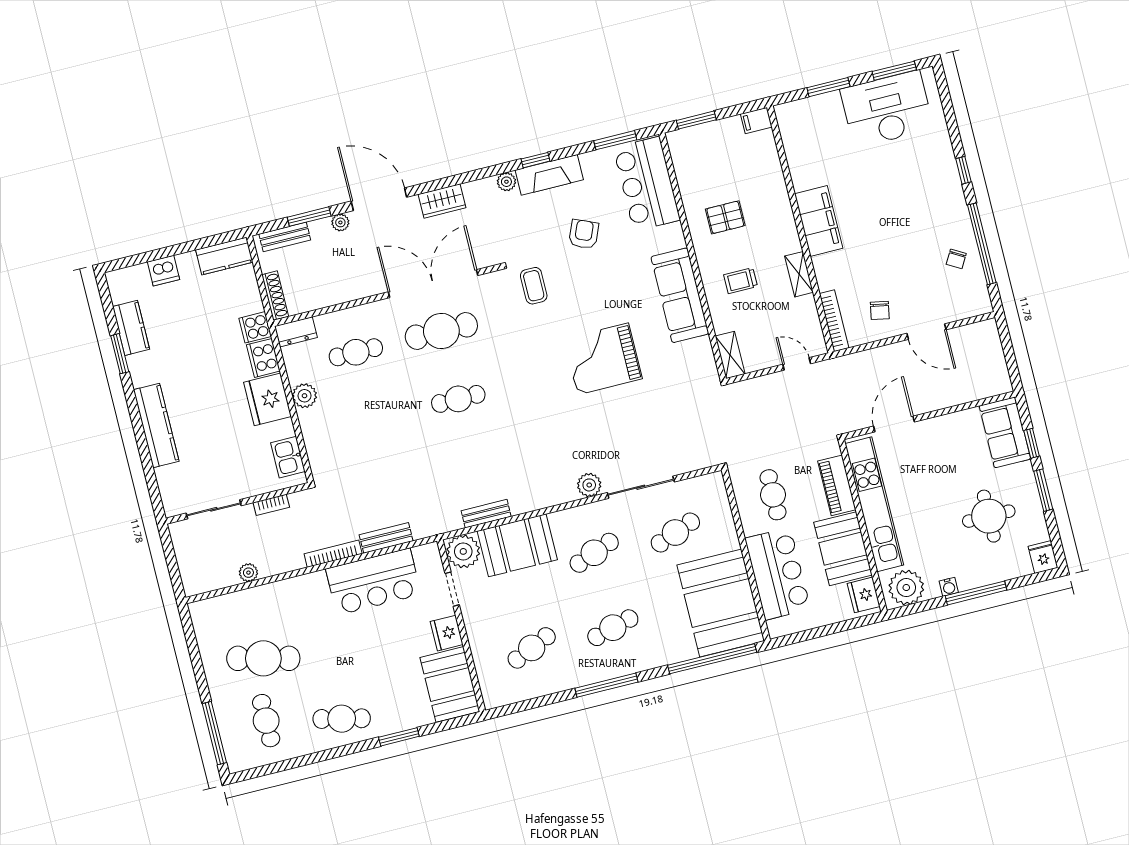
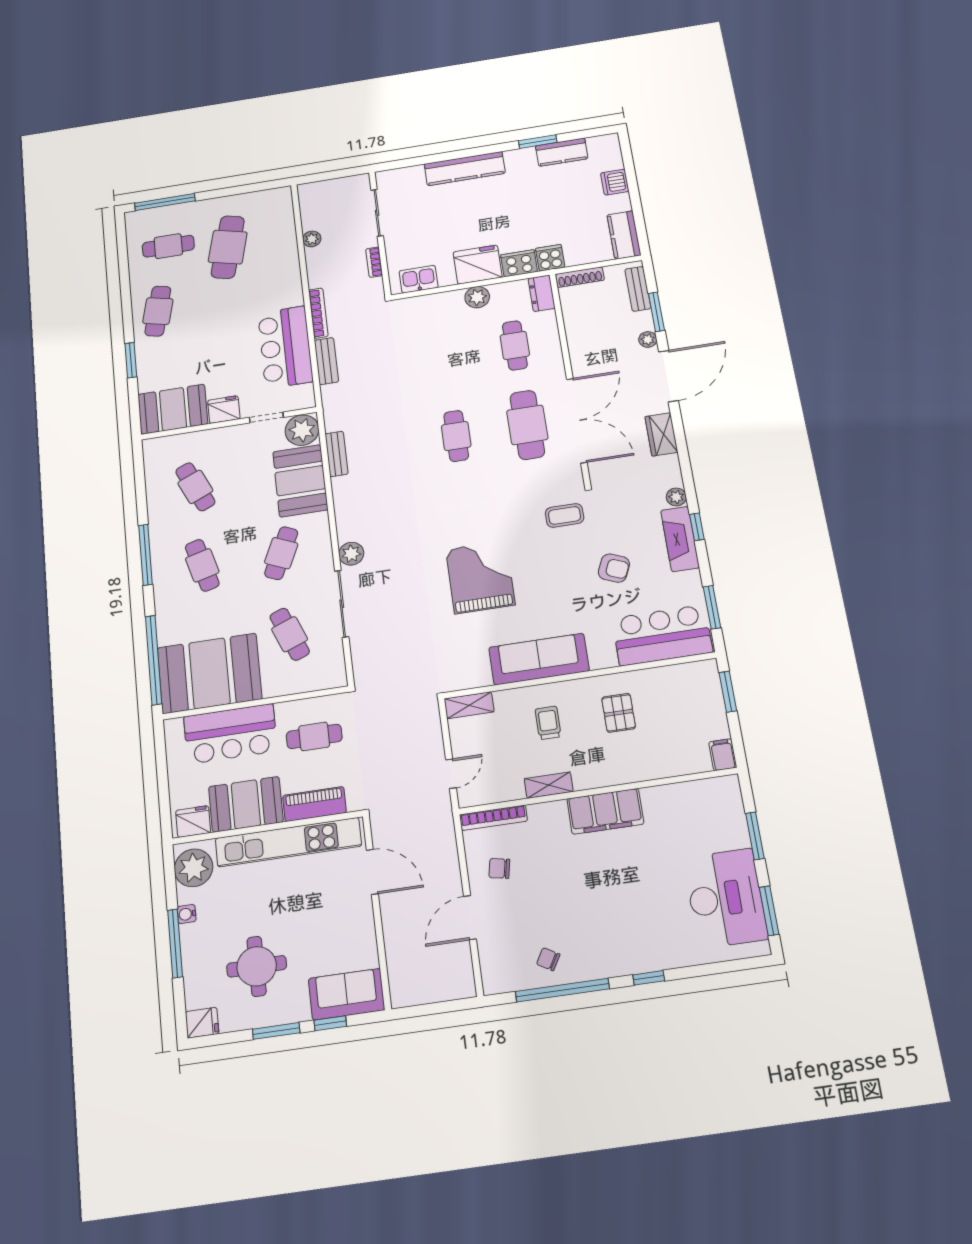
cafe table: (594, 553) -> (281, 553), turned 45

